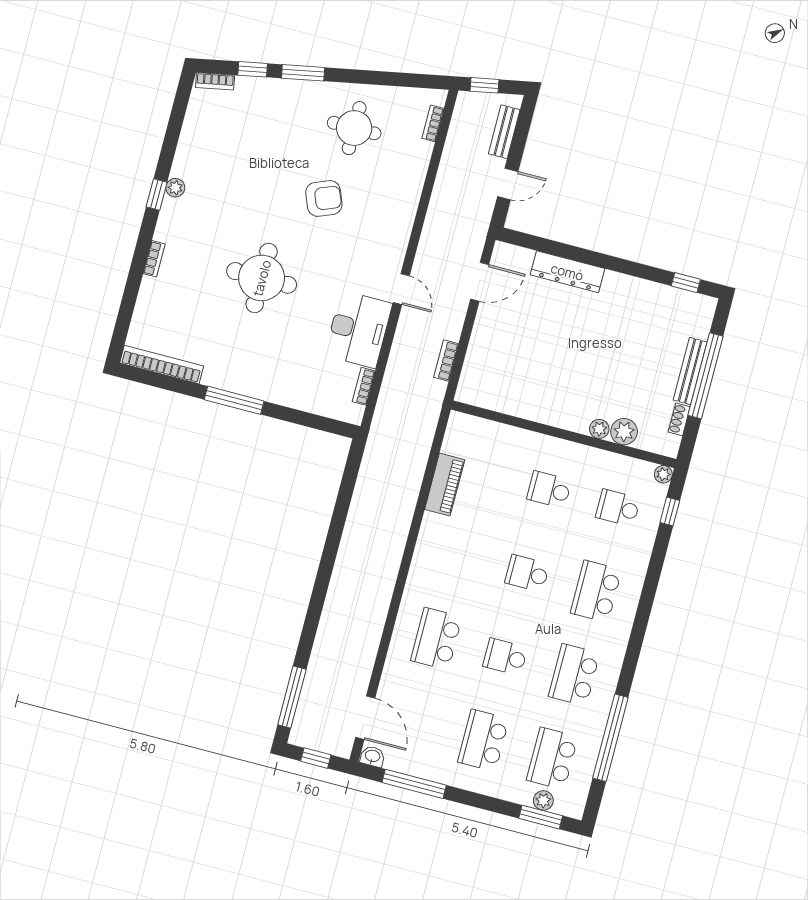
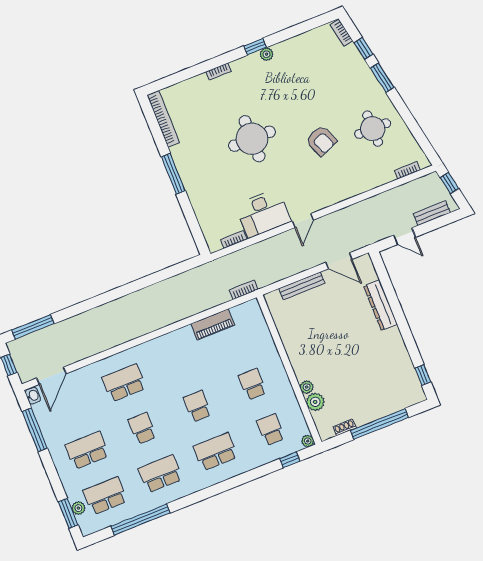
bookcase: (446, 361) -> (244, 290), moved
bench: (690, 371) -> (302, 286), moved

